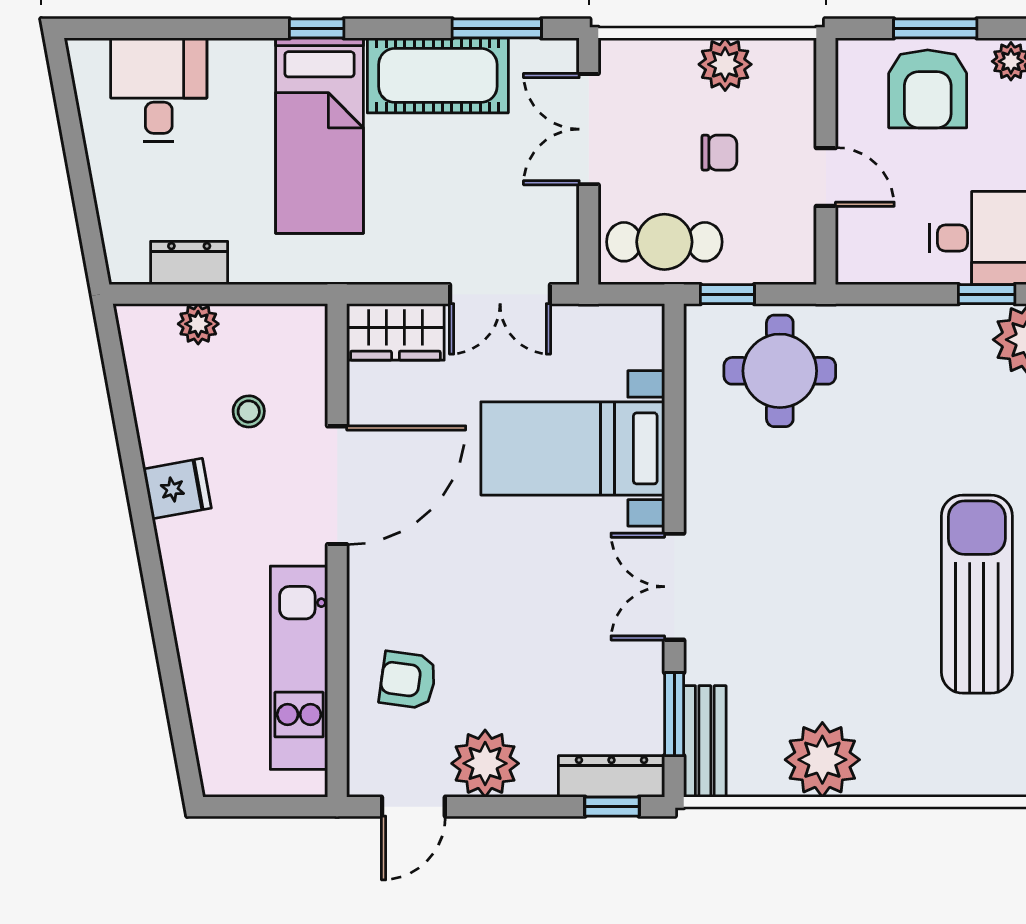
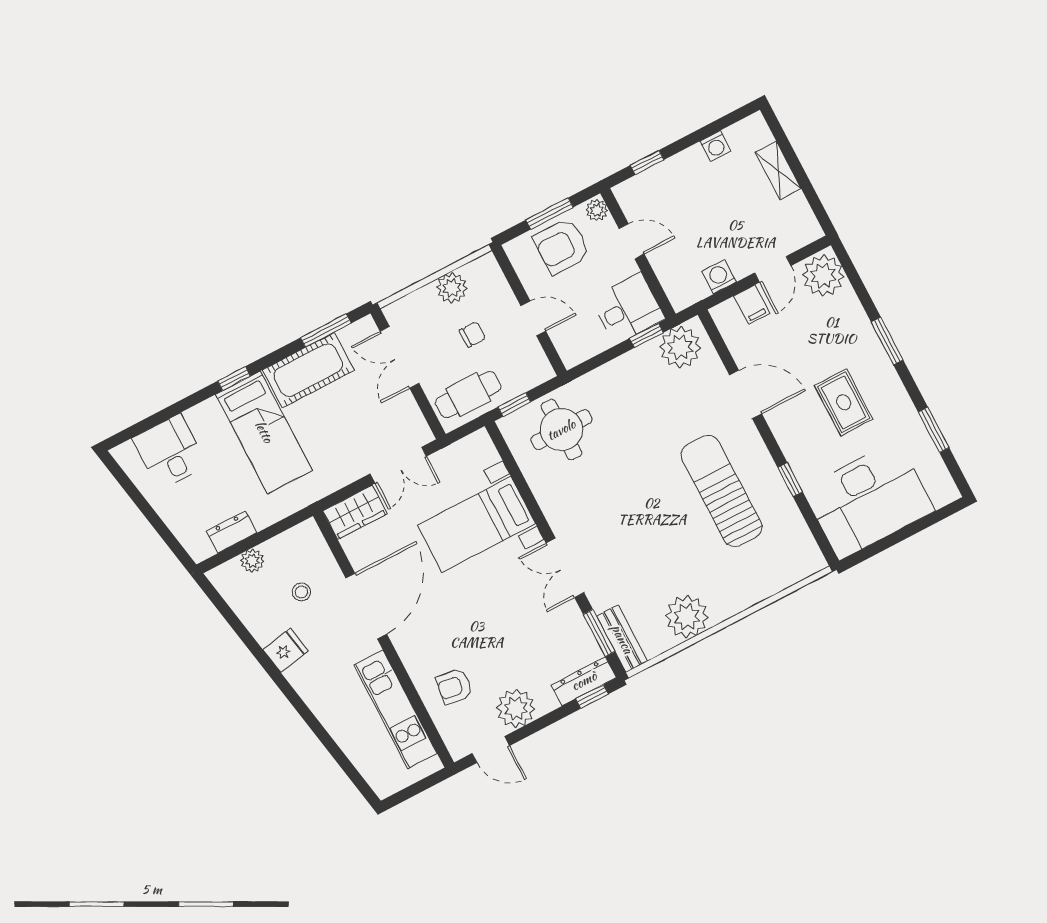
armchair: (928, 89) -> (562, 246), turned 90
door: (413, 807) -> (491, 750), hinge flipped

